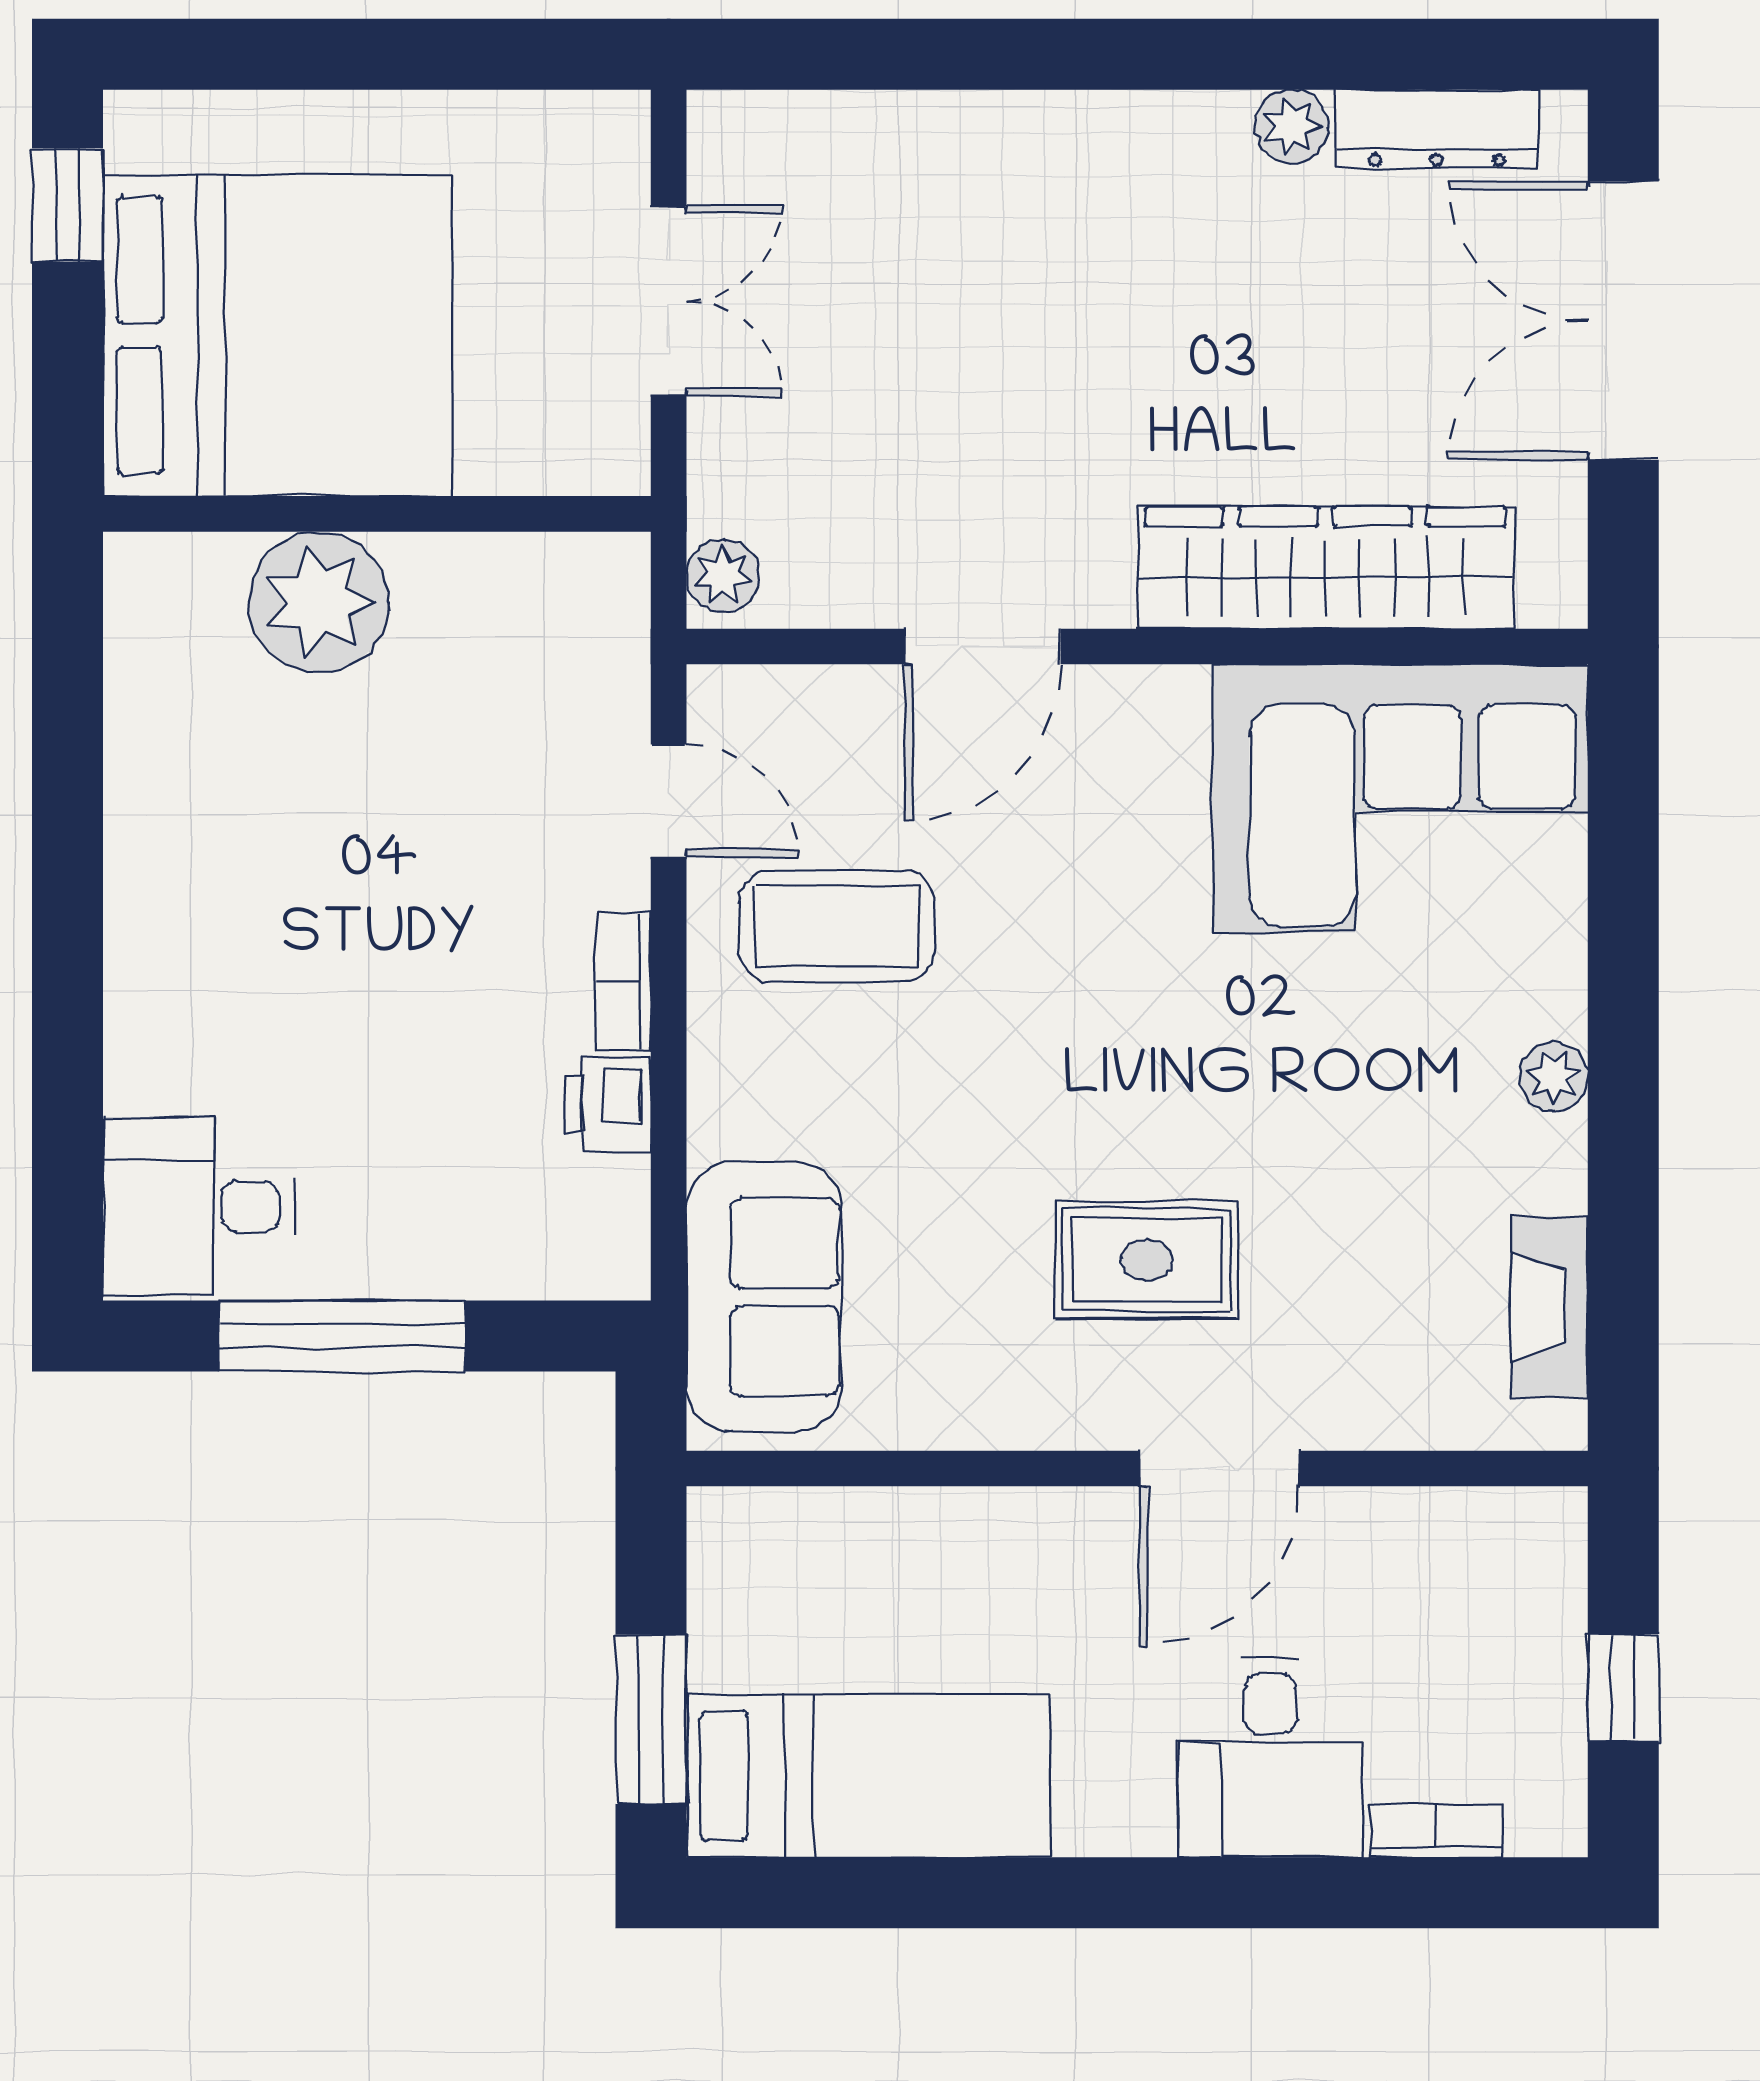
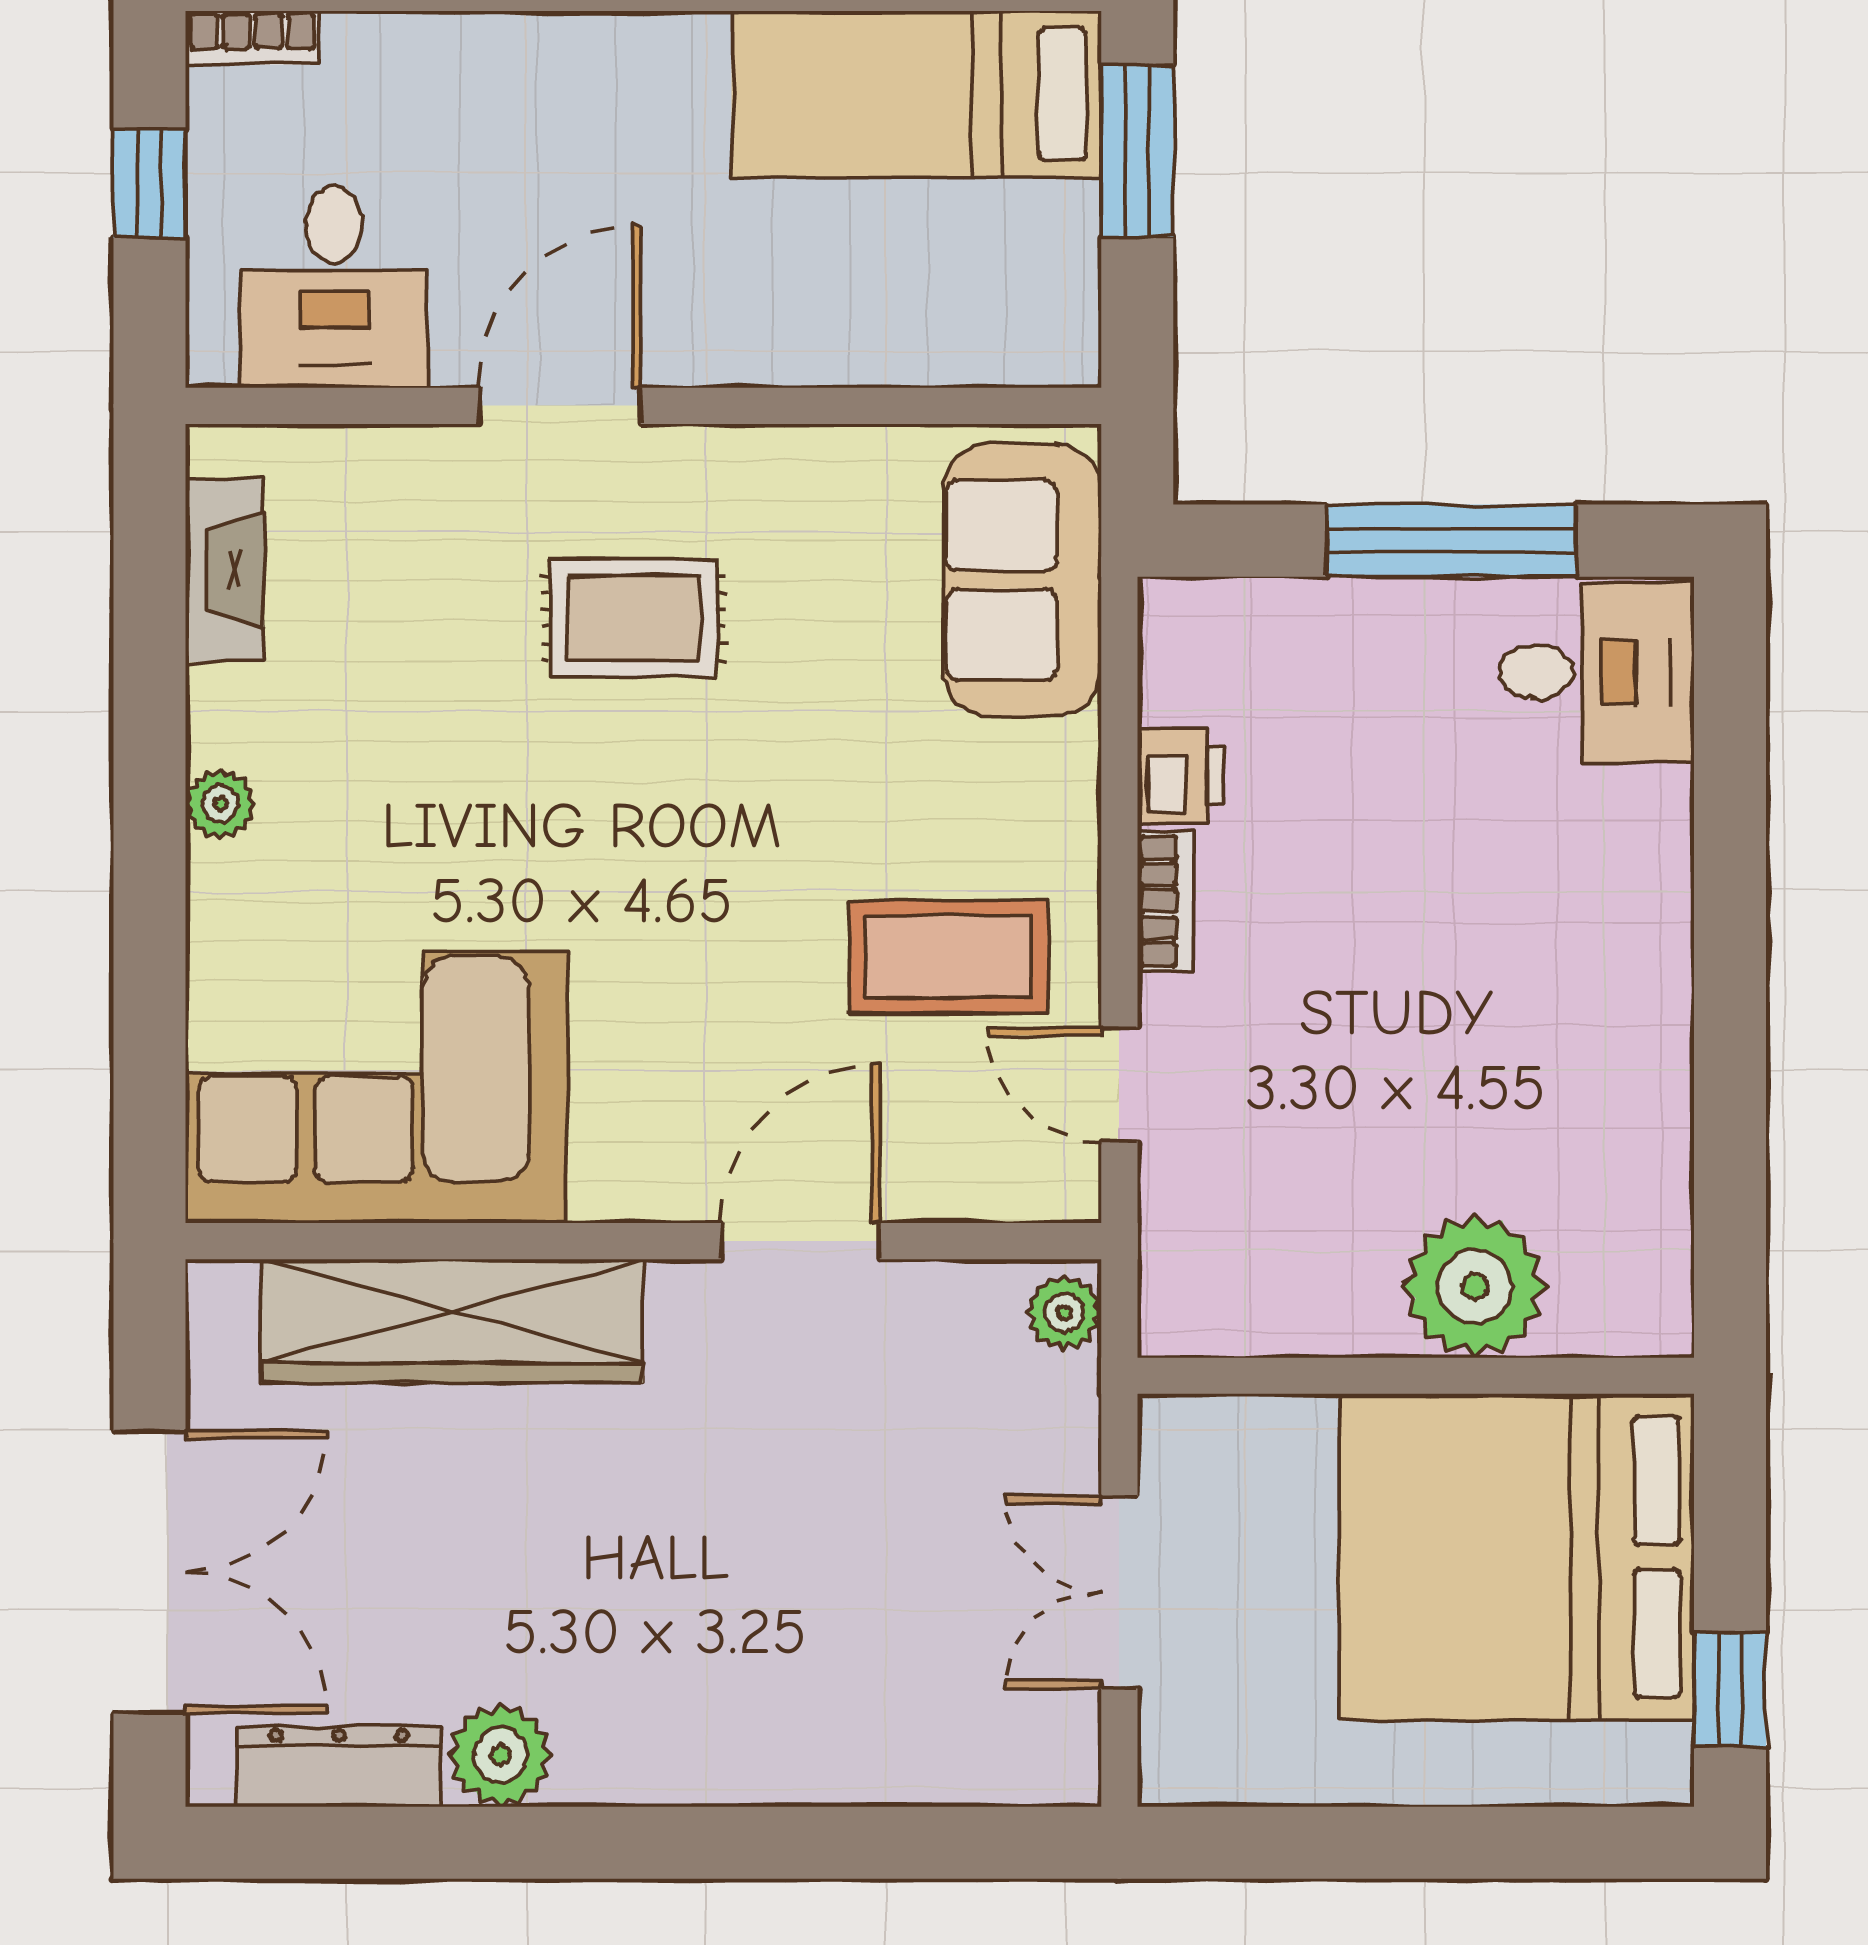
plant: (1292, 126) -> (500, 1755), width x1.38, depth x1.38
desk: (1270, 1758) -> (334, 287), moved, turned 180
bookcase: (1436, 1831) -> (253, 38), moved

